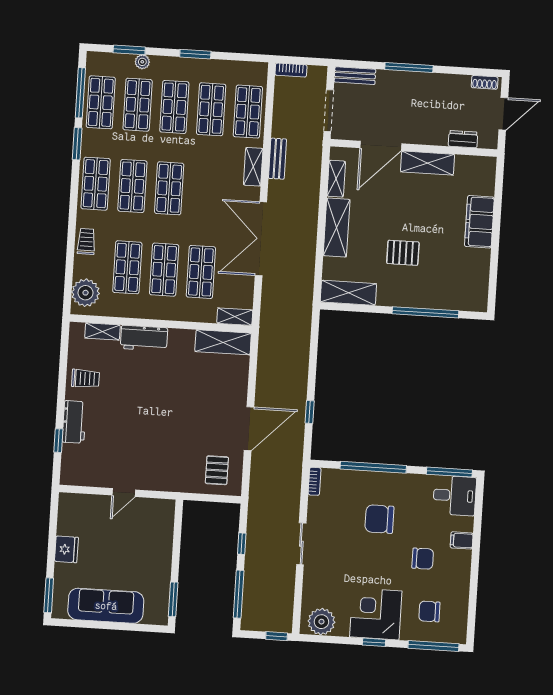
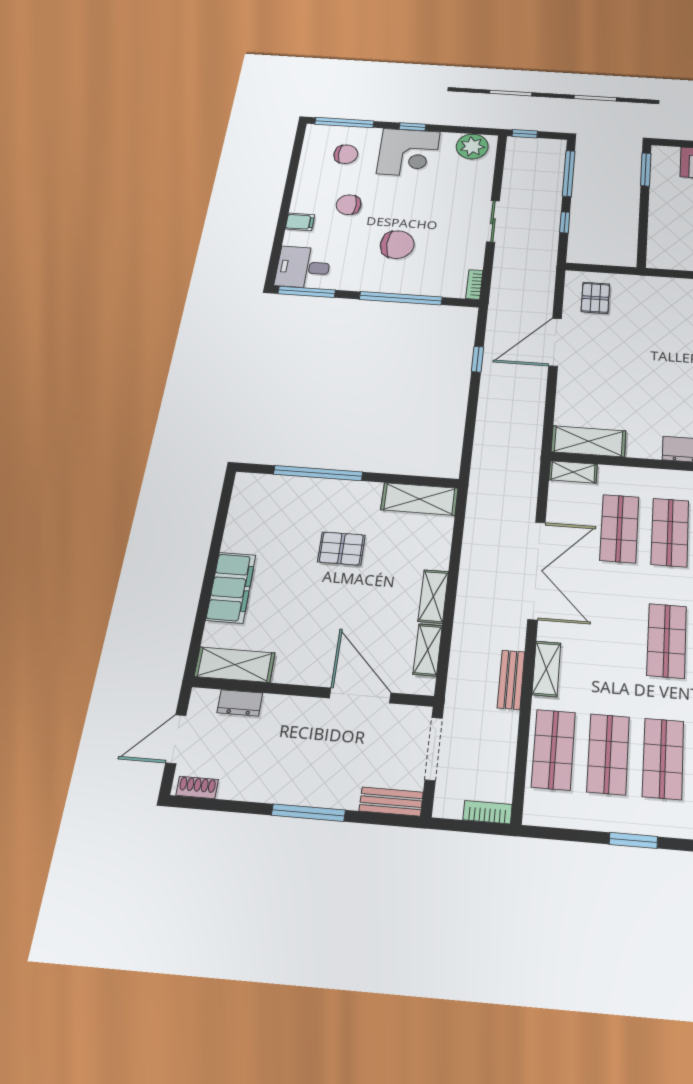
door: (381, 146) -> (360, 695), hinge flipped
shelving: (428, 163) -> (235, 665), moved
shelving: (337, 228) -> (433, 596), width x0.67, depth x0.75

